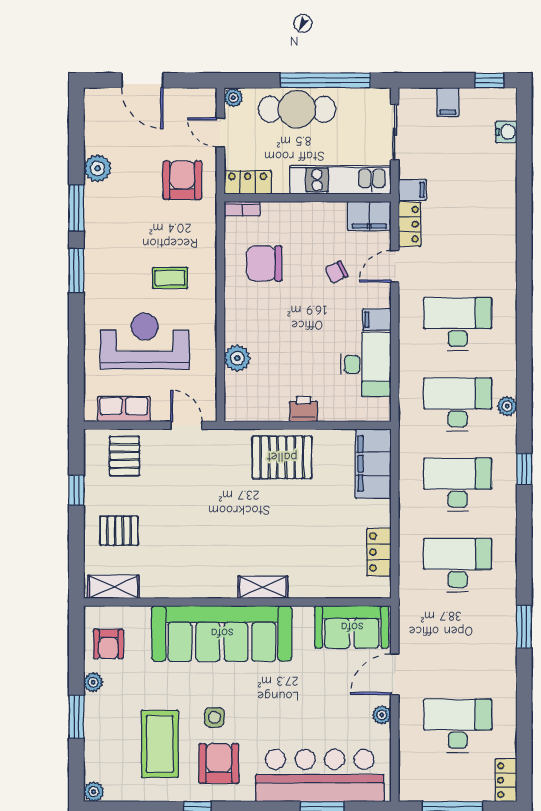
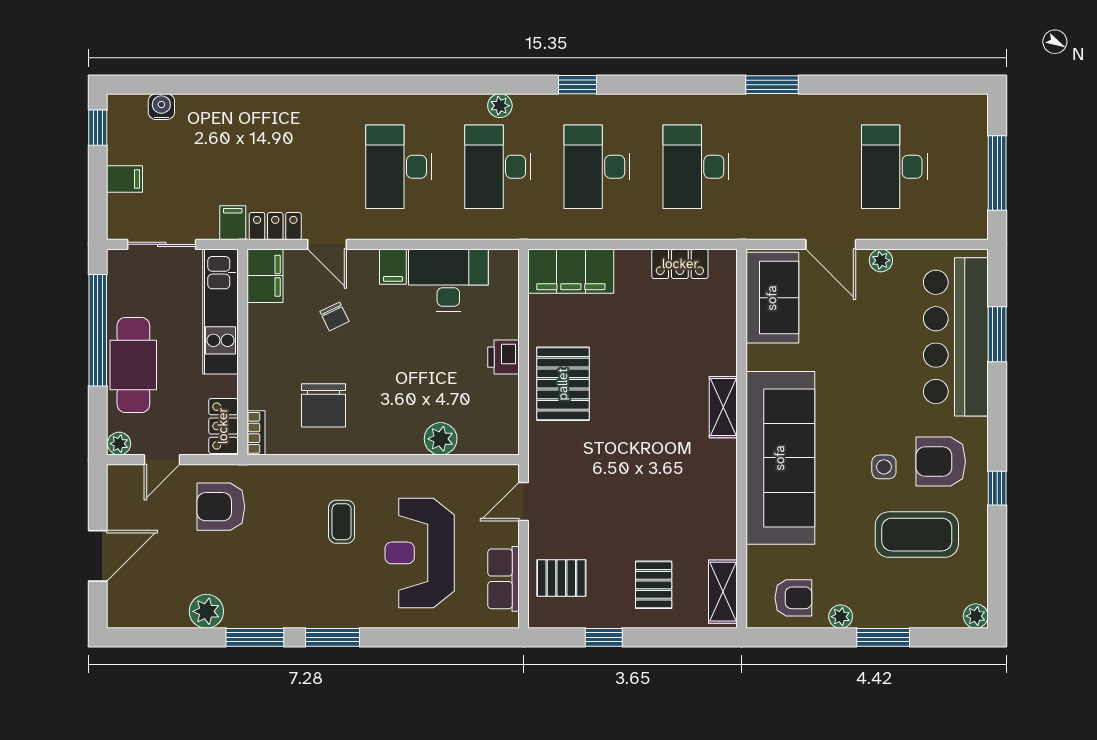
locker: (506, 780) -> (962, 107), removed

